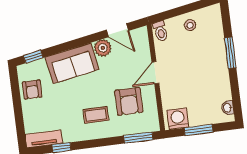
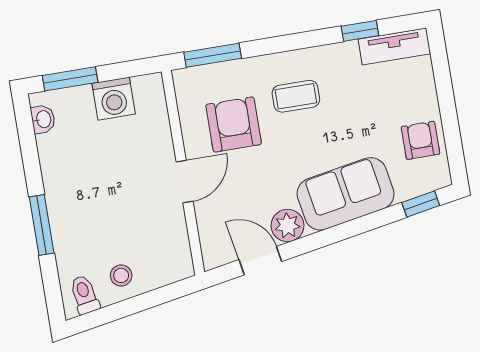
toilet: (160, 31) -> (84, 295), moved
washing machine: (178, 119) -> (114, 99), moved
window: (199, 130) -> (70, 79), moved

